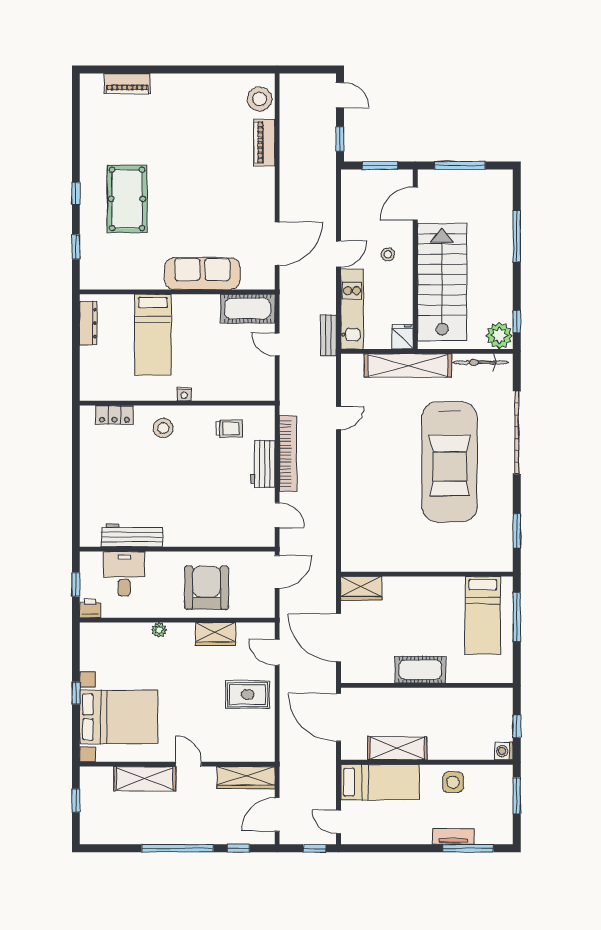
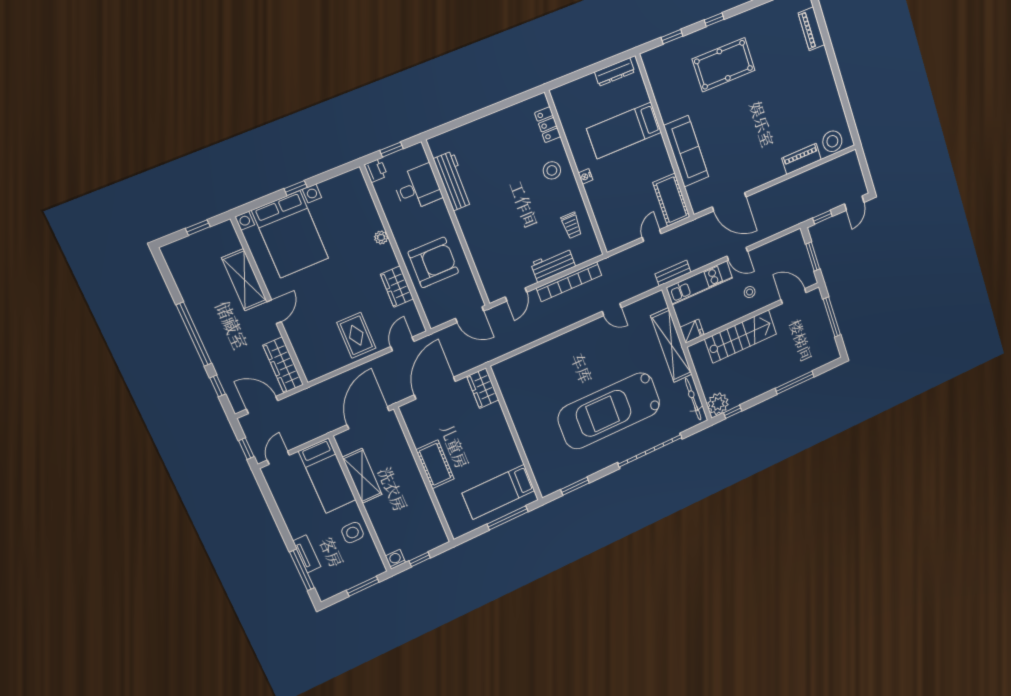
stairs: (442, 282) -> (741, 336), width x0.73, depth x0.66

